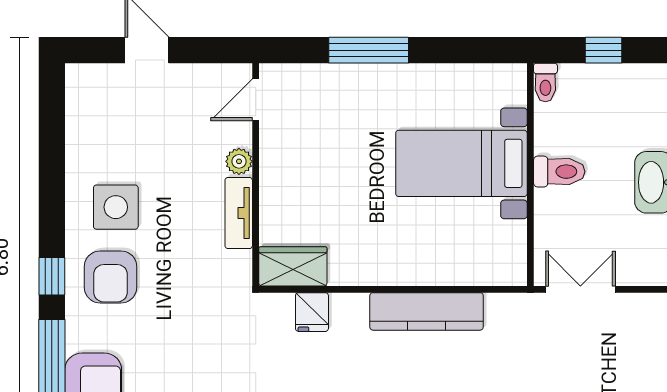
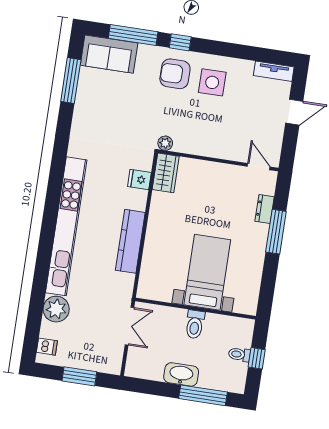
dresser: (331, 77) -> (265, 209), added
toilet: (545, 82) -> (239, 354), moved
plant: (239, 161) -> (165, 143), moved
tv unit: (239, 213) -> (274, 71), moved, turned 180

